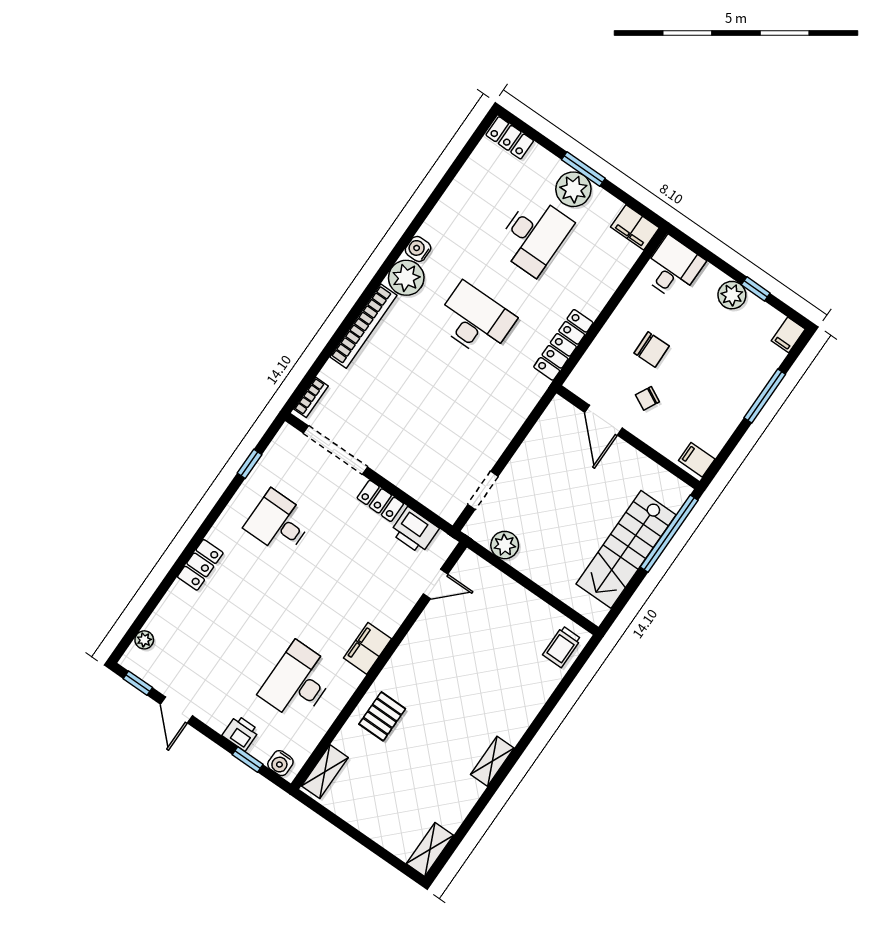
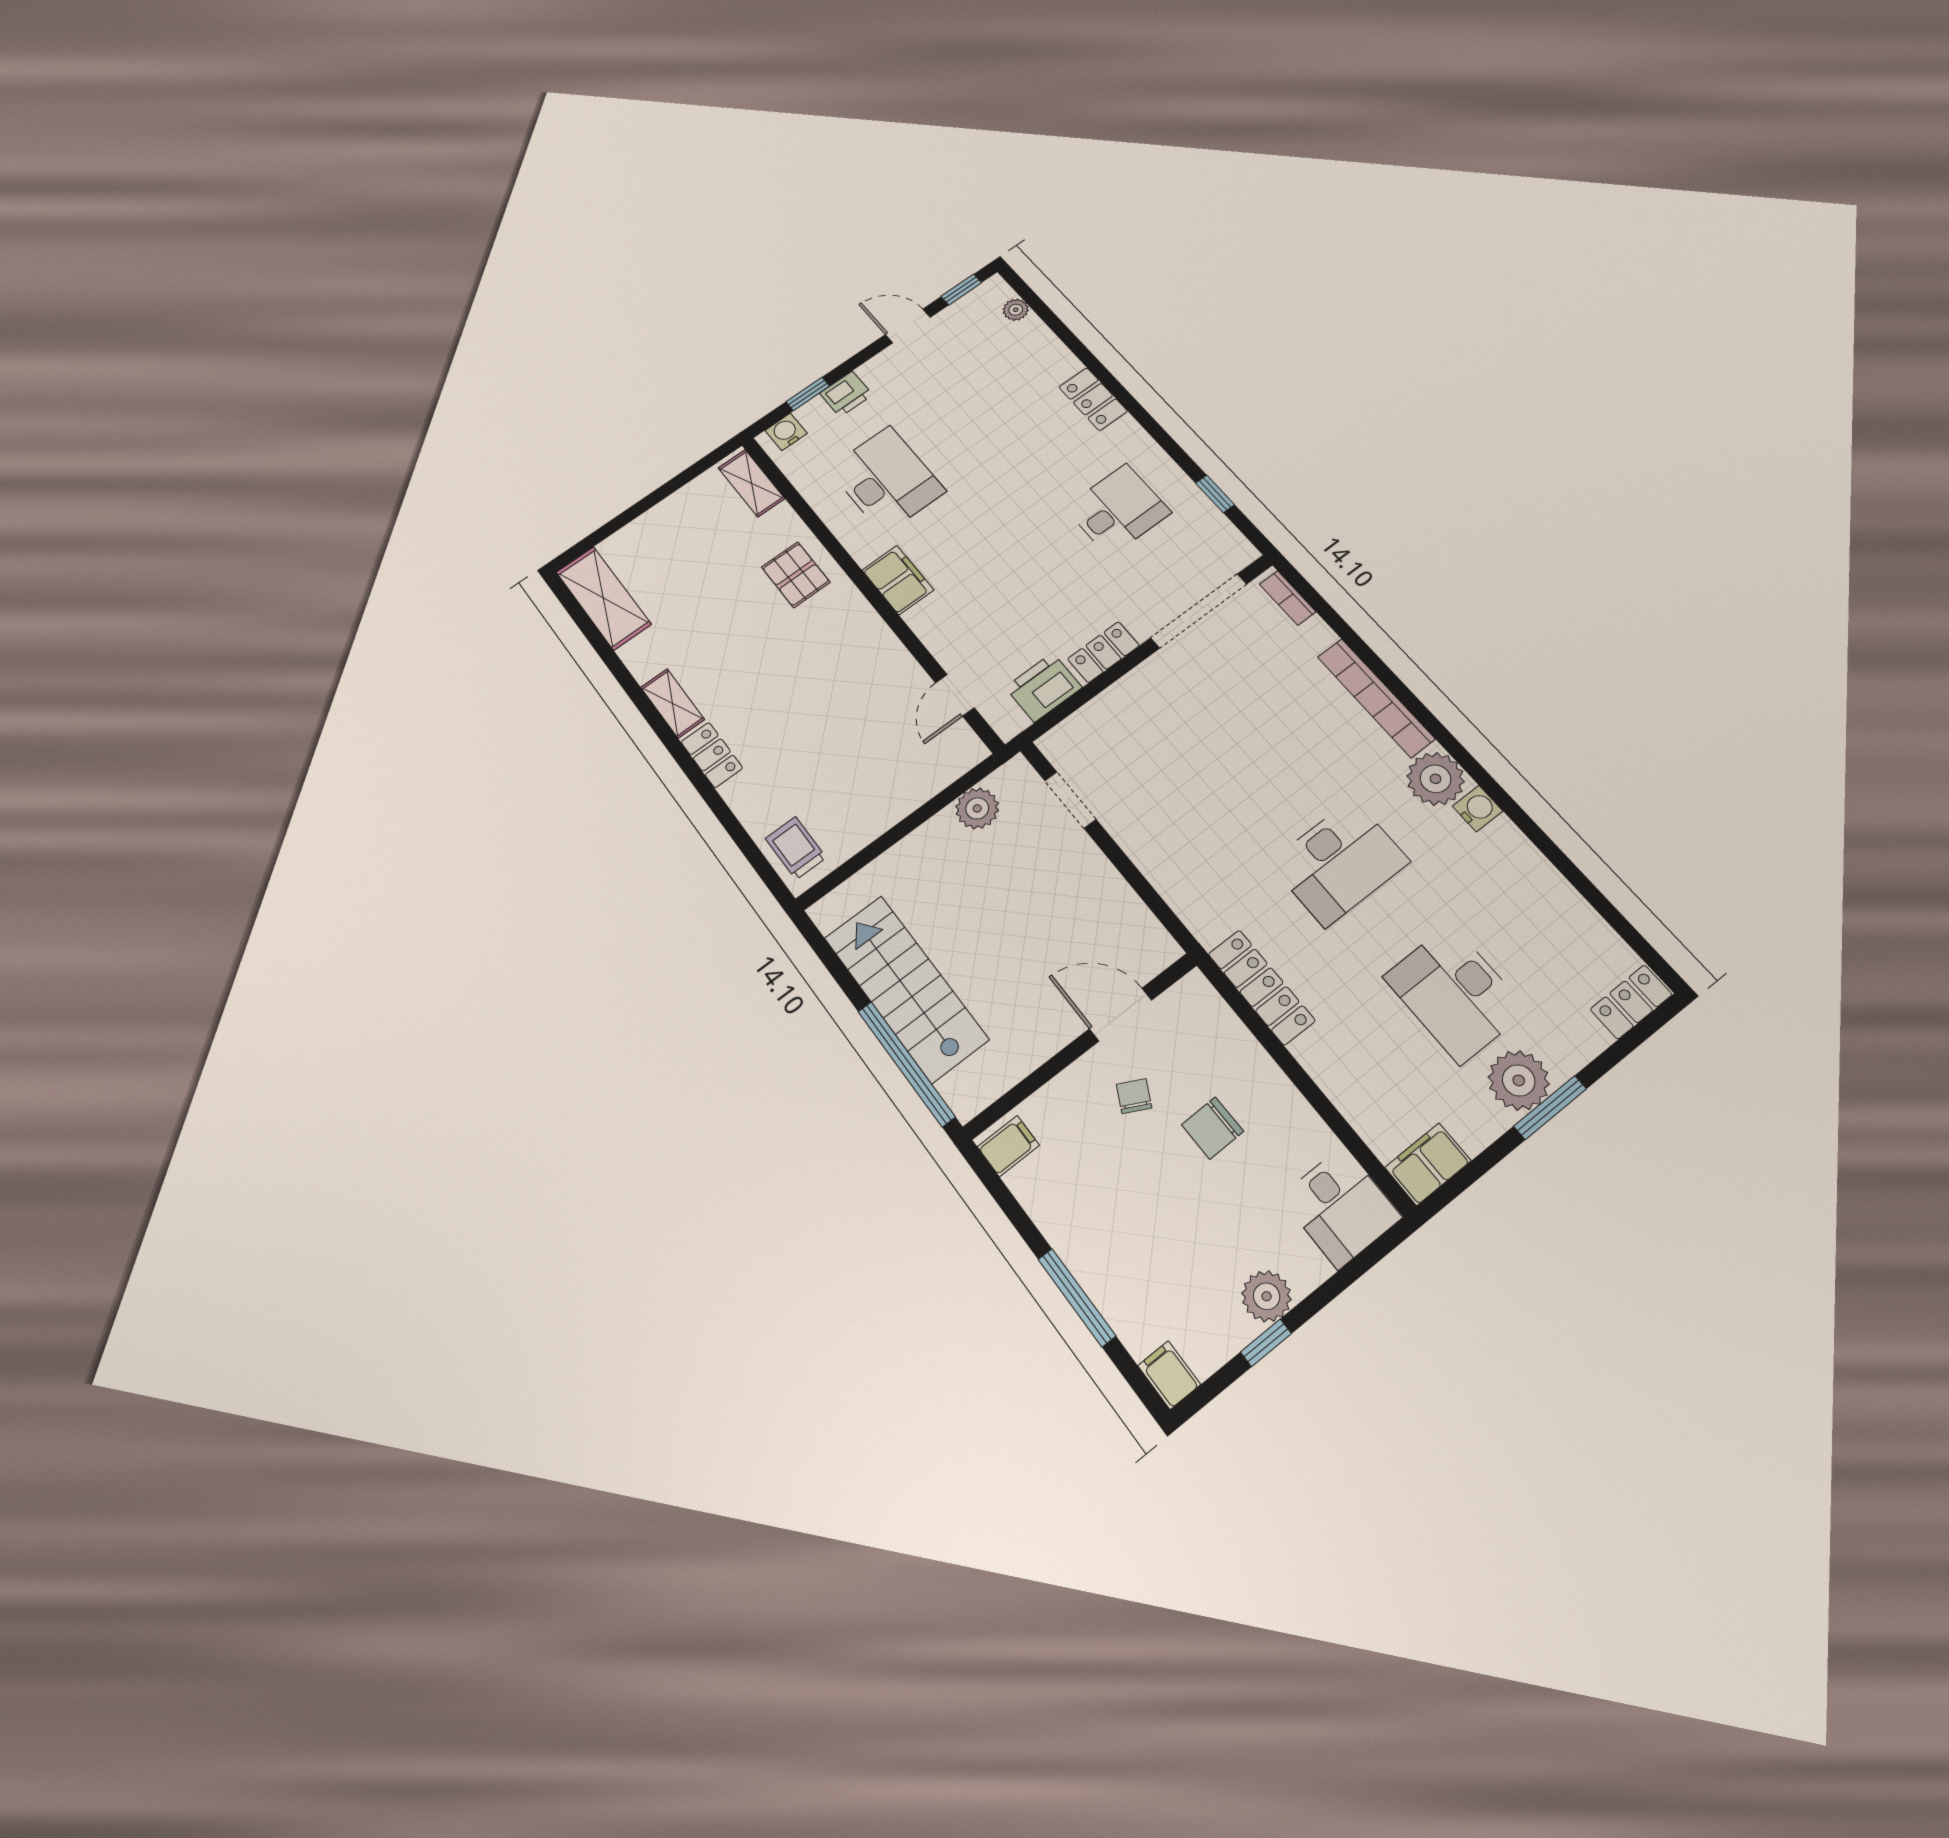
locker: (519, 722) -> (712, 755), added
shelving: (430, 849) -> (603, 598), width x1.50, depth x1.33

